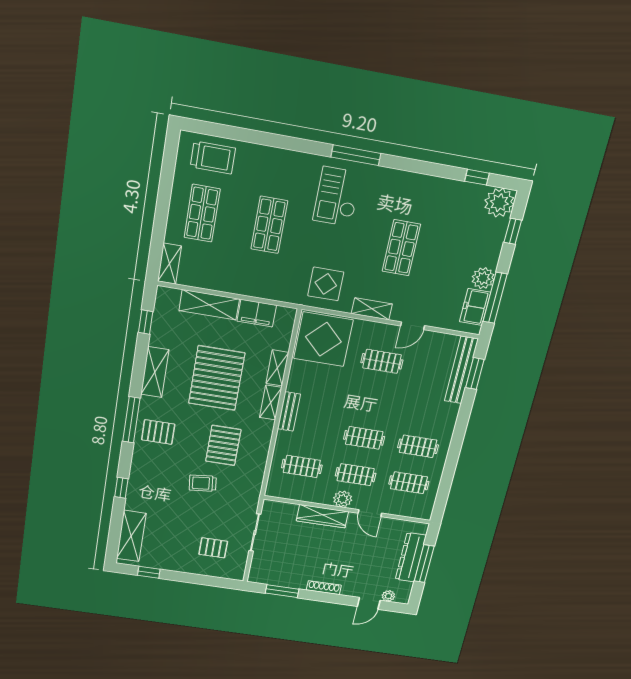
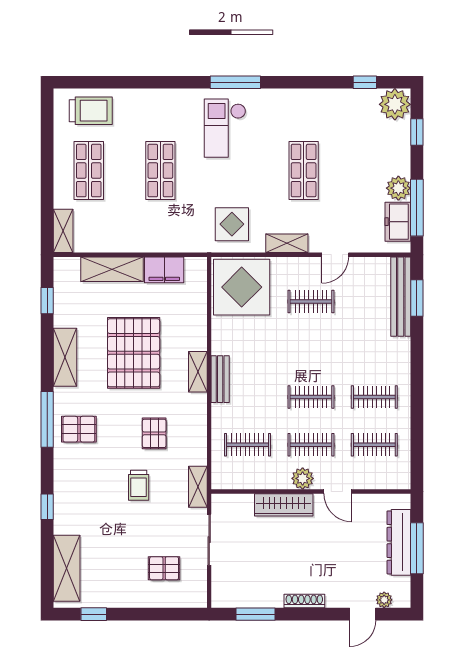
shelving: (277, 368) -> (198, 487), moved
pallet: (223, 445) -> (154, 433), width x0.67, depth x0.71
trolley: (203, 483) -> (139, 485), turned -84

